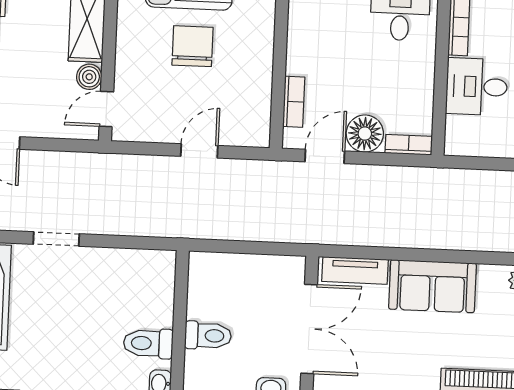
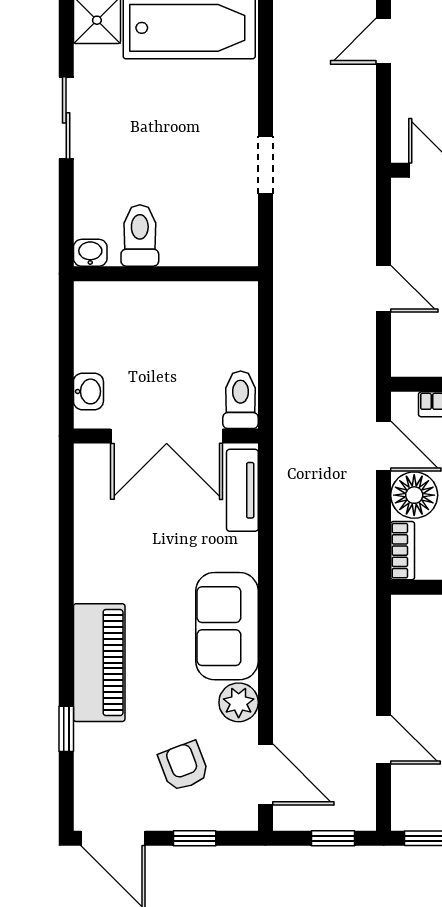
doorway: (56, 239) -> (265, 165), moved
sofa: (432, 286) -> (227, 626), moved
toilet: (208, 336) -> (241, 400), moved, turned 180

